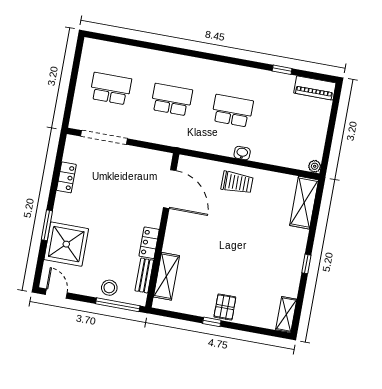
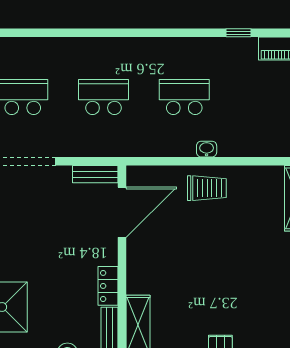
bench: (155, 157) -> (95, 174), added
door: (170, 189) -> (122, 212), hinge flipped

